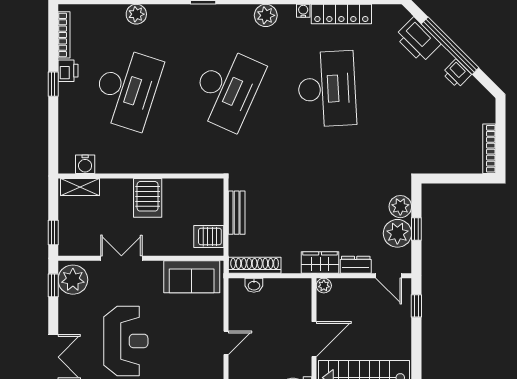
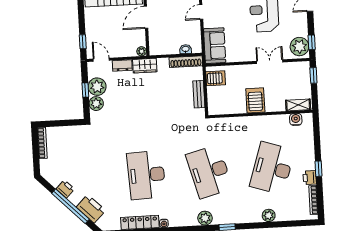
plant: (266, 15) -> (205, 218), moved
desk: (227, 89) -> (209, 172), turned -39
double door: (121, 258) -> (270, 62), swing flipped
sofa: (192, 277) -> (215, 46), moved, turned 90

